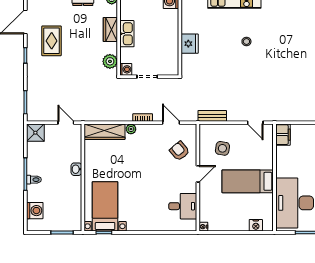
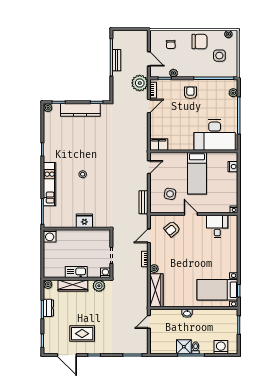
wardrobe: (110, 30) -> (73, 285), width x1.50
shower: (35, 133) -> (184, 347), moved

